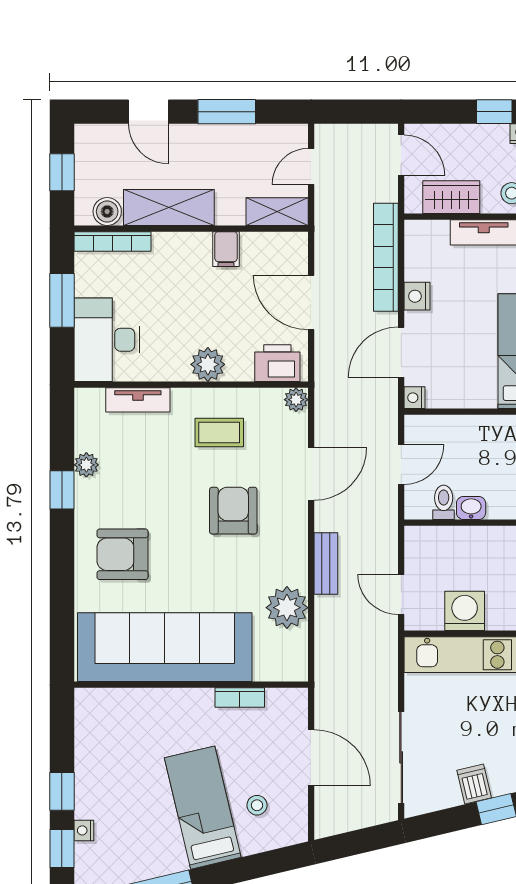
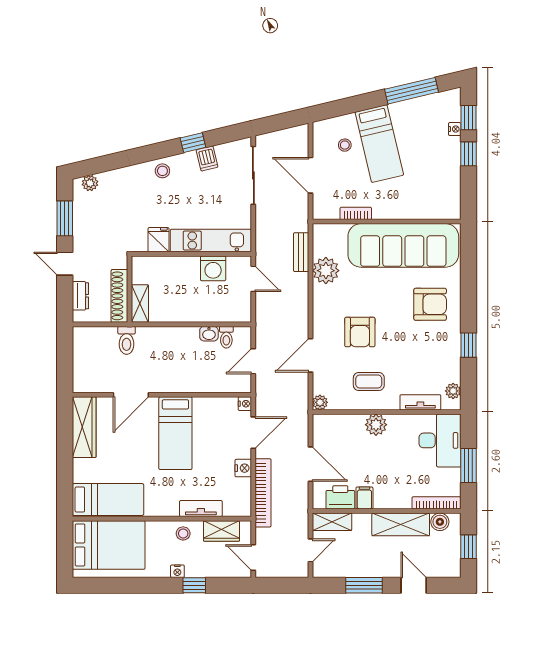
printer: (277, 363) -> (340, 497), moved, turned 180
plant: (86, 465) -> (453, 391), moved
bench: (326, 563) -> (301, 252), moved

